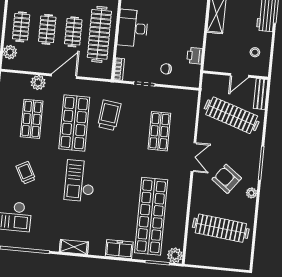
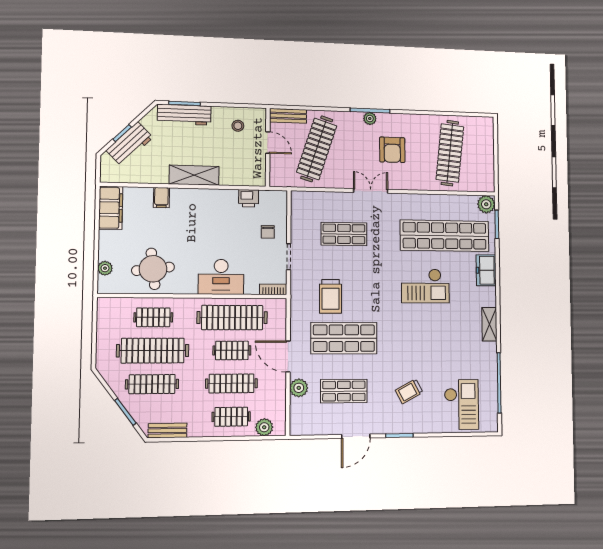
clothes rail: (47, 29) -> (232, 383), width x1.36
trolley: (109, 115) -> (330, 296), turned -97
armchair: (227, 179) -> (392, 150), turned -37
checkout: (80, 181) -> (425, 286), moved
plant: (251, 193) -> (370, 118), moved

